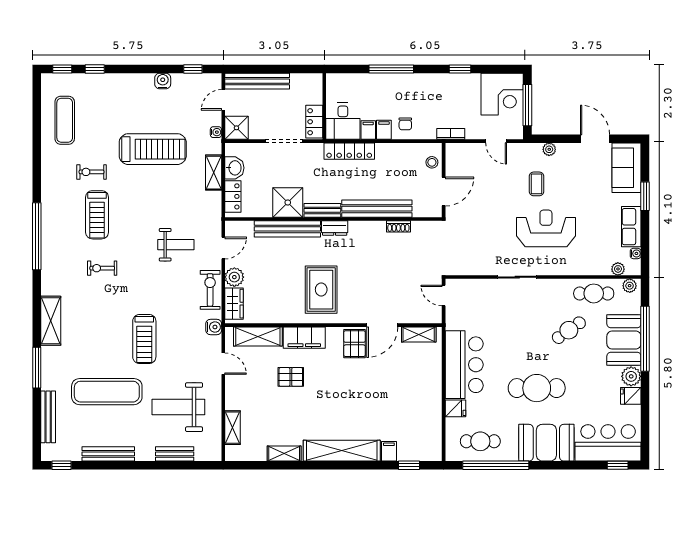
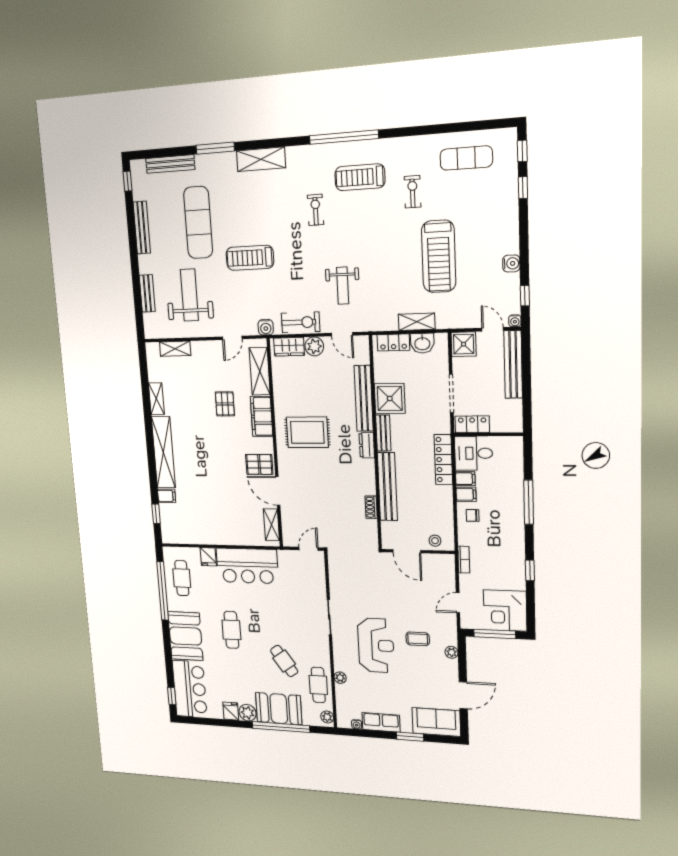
water cooler: (216, 132) -> (515, 321), moved
treadmill: (97, 215) -> (360, 177), moved
plant: (618, 269) -> (340, 678), moved
cafe table: (537, 388) -> (231, 630), width x0.73, depth x0.74

